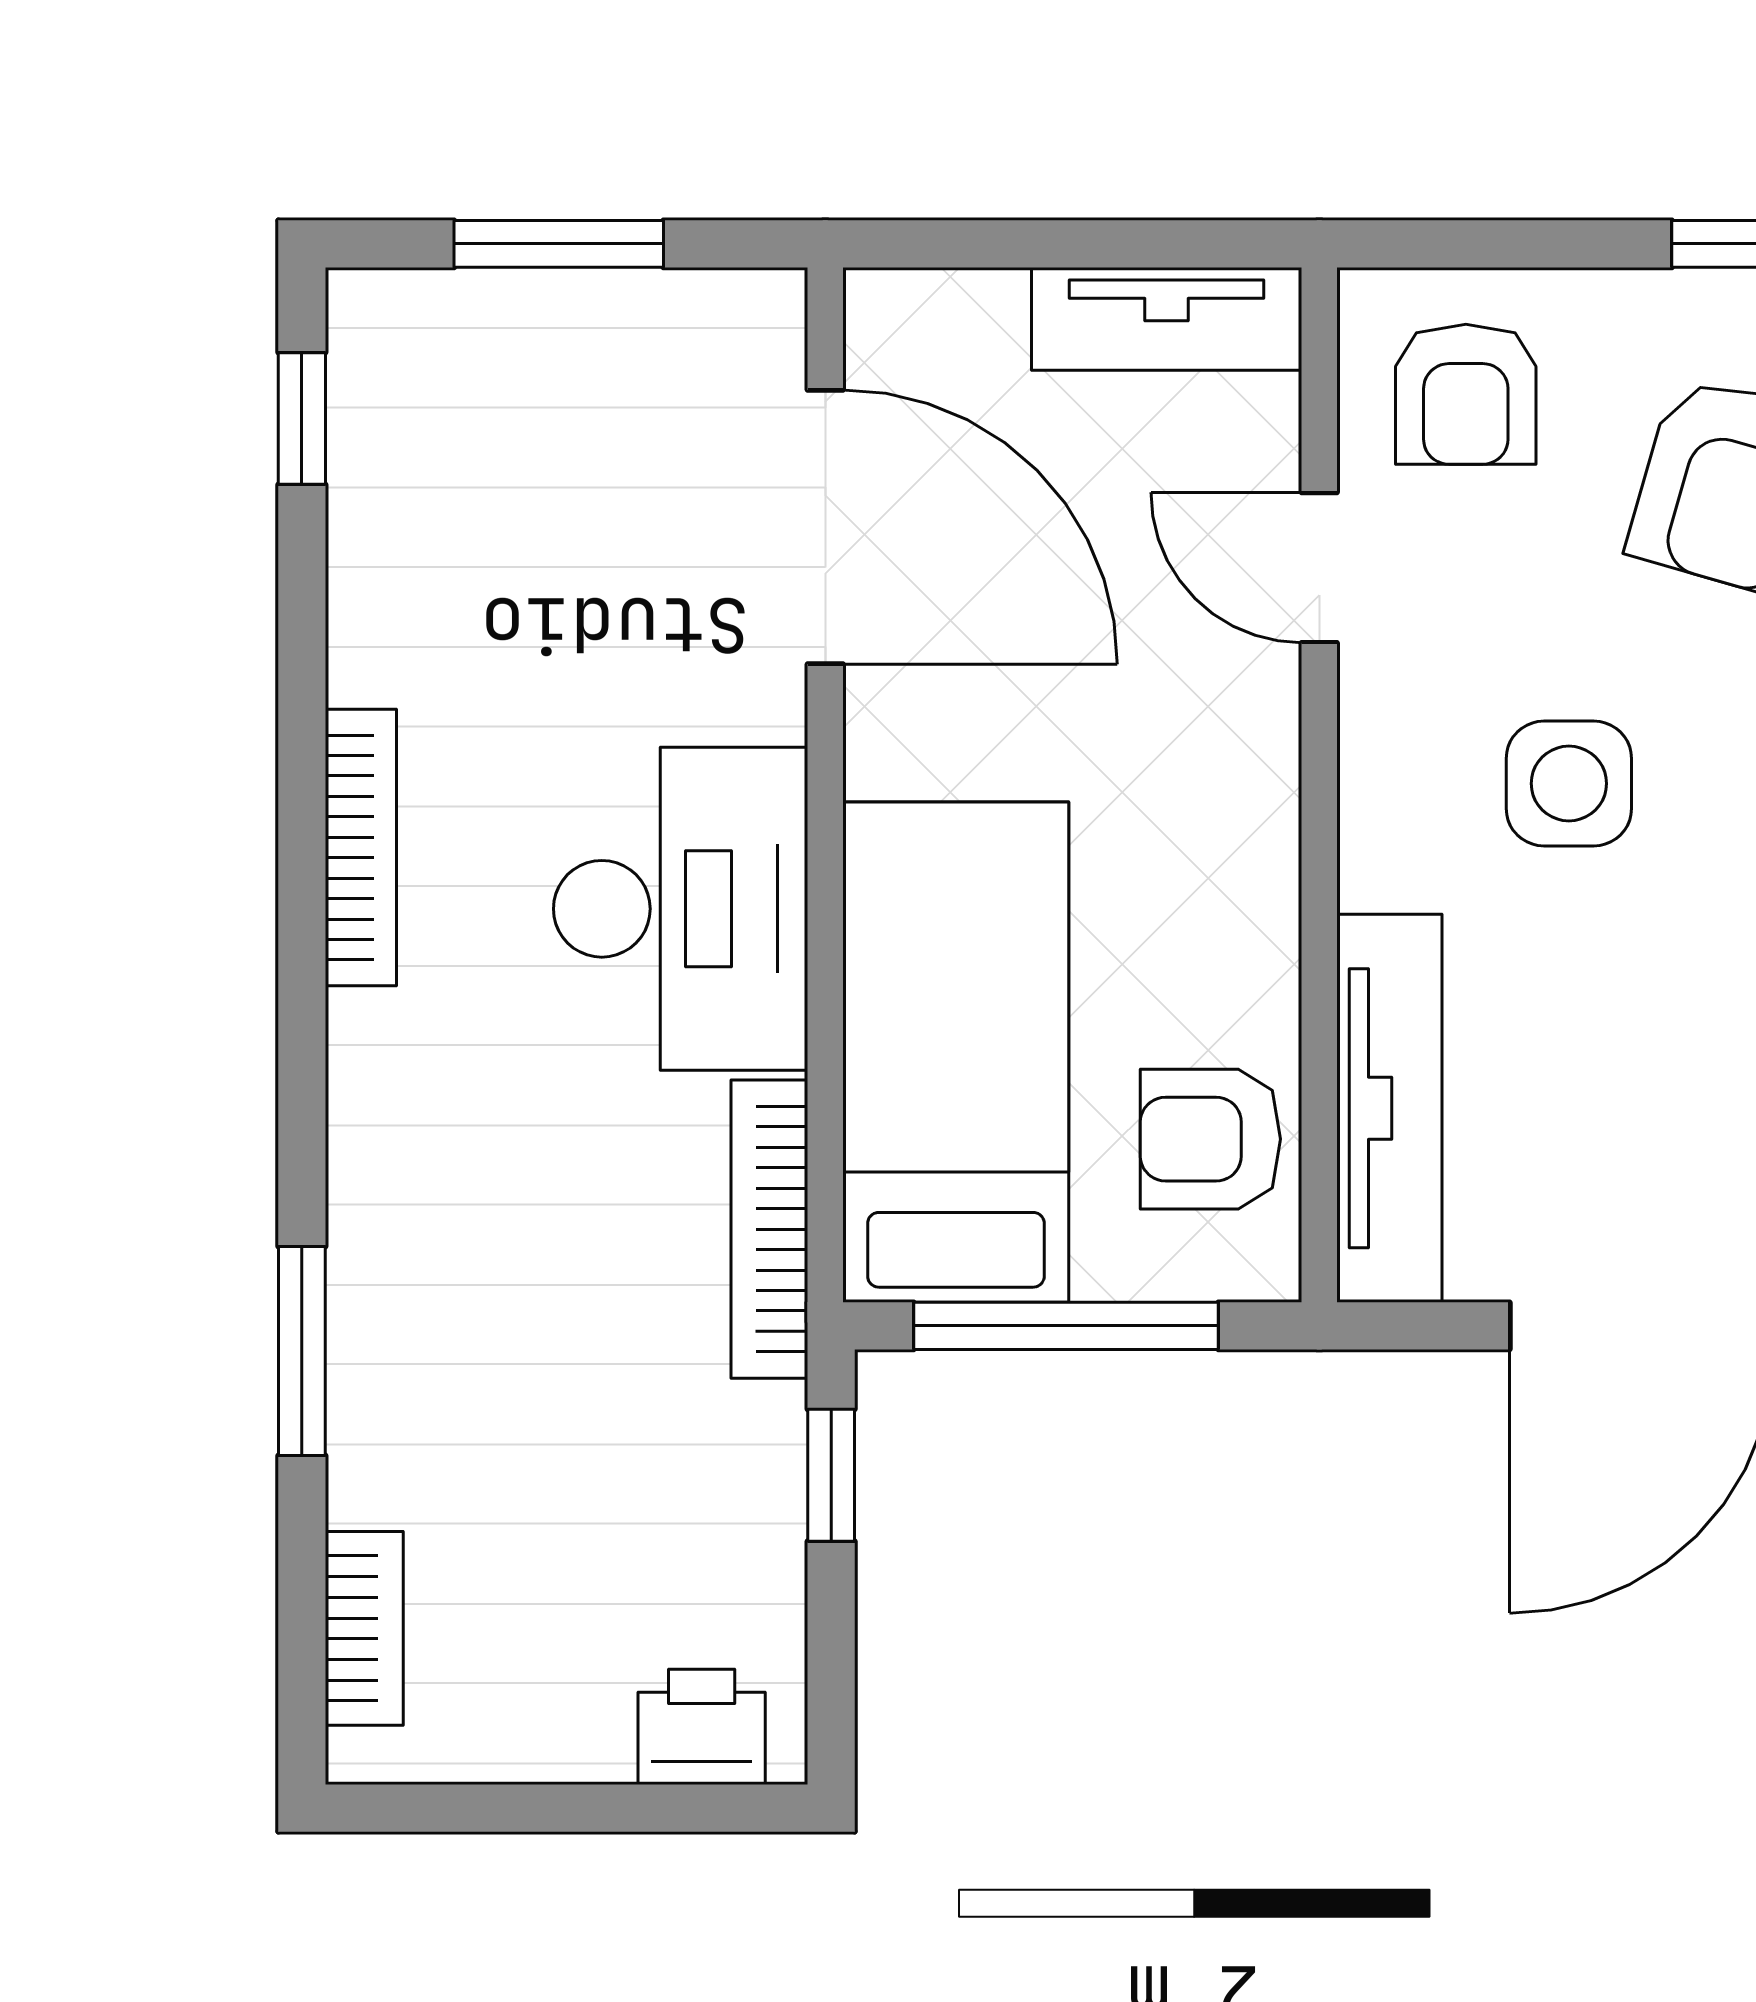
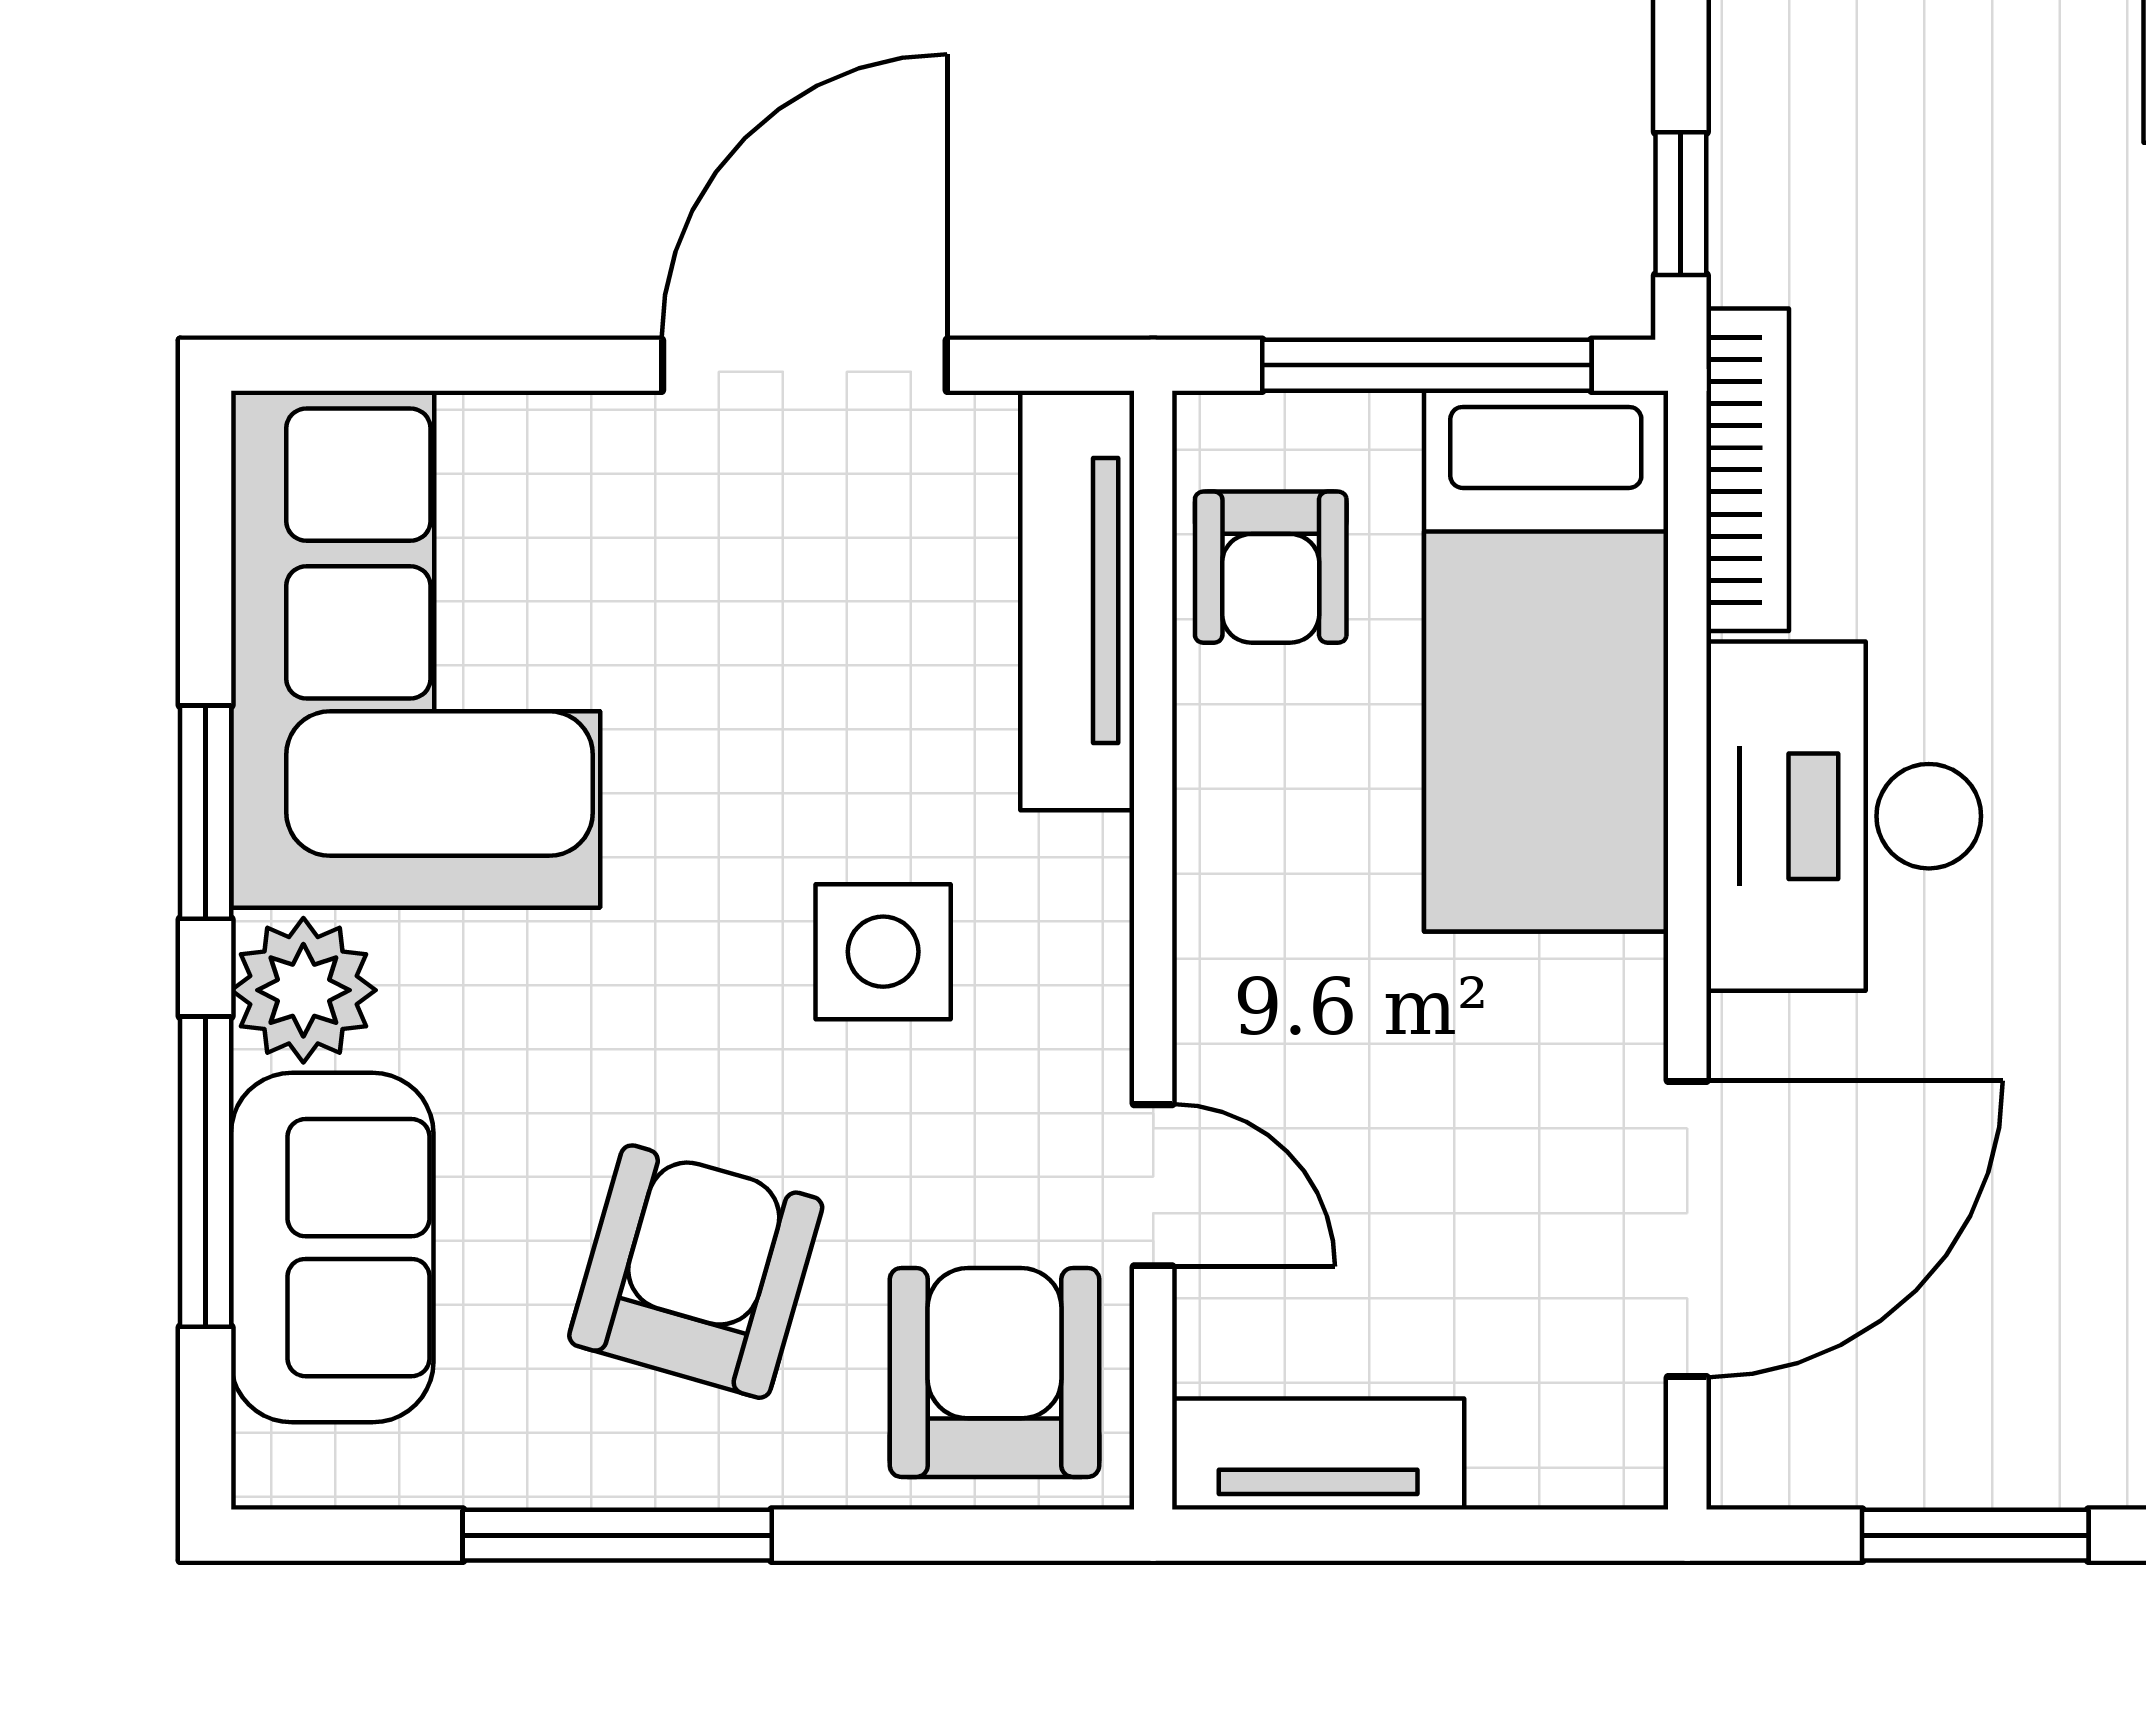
armchair: (1466, 394) -> (995, 1372), width x1.38, depth x1.38
door: (825, 527) -> (1687, 1229), swing flipped
armchair: (1210, 1139) -> (1271, 567), turned 90

